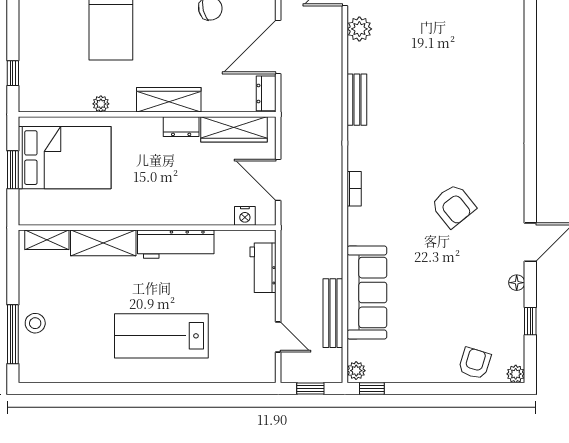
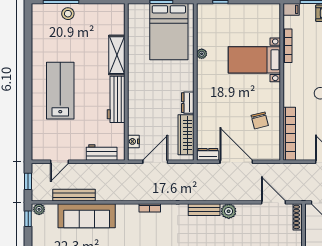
plant: (359, 29) -> (229, 211), moved
wardrobe: (169, 100) -> (204, 95), removed
shelving: (47, 240) -> (119, 21), removed

